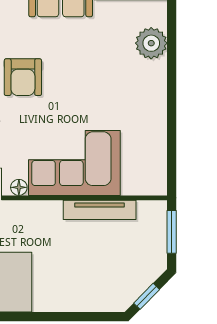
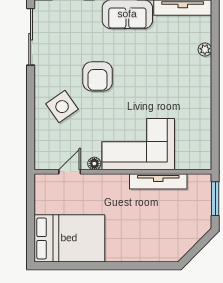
plant: (151, 43) -> (205, 49), width x0.53, depth x0.53
window: (147, 296) -> (195, 250), removed

